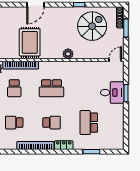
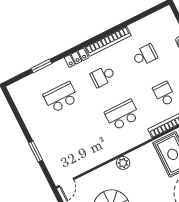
desk: (112, 93) -> (51, 144), removed
school desk: (89, 123) -> (61, 97), turned -90

